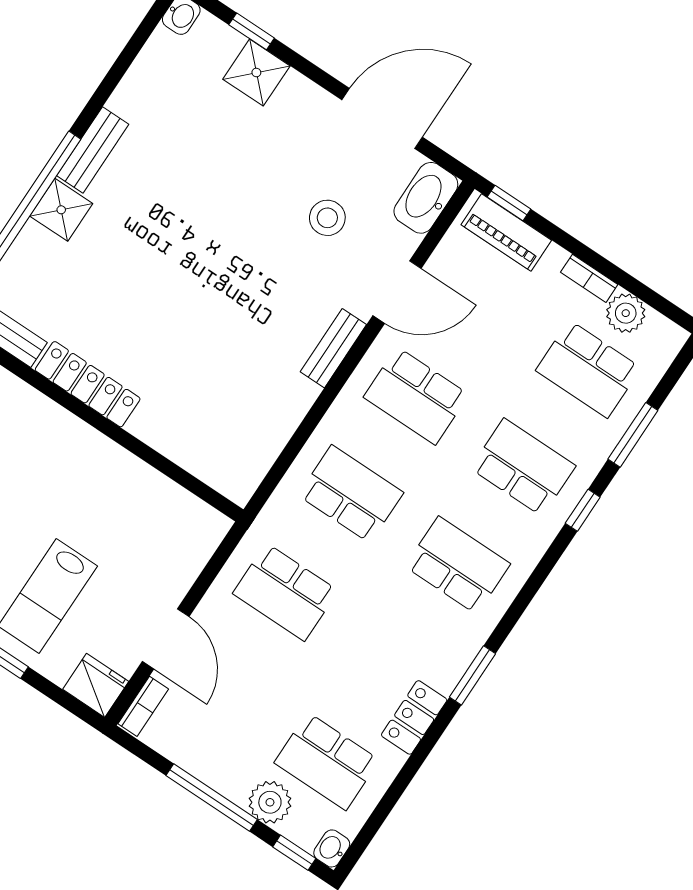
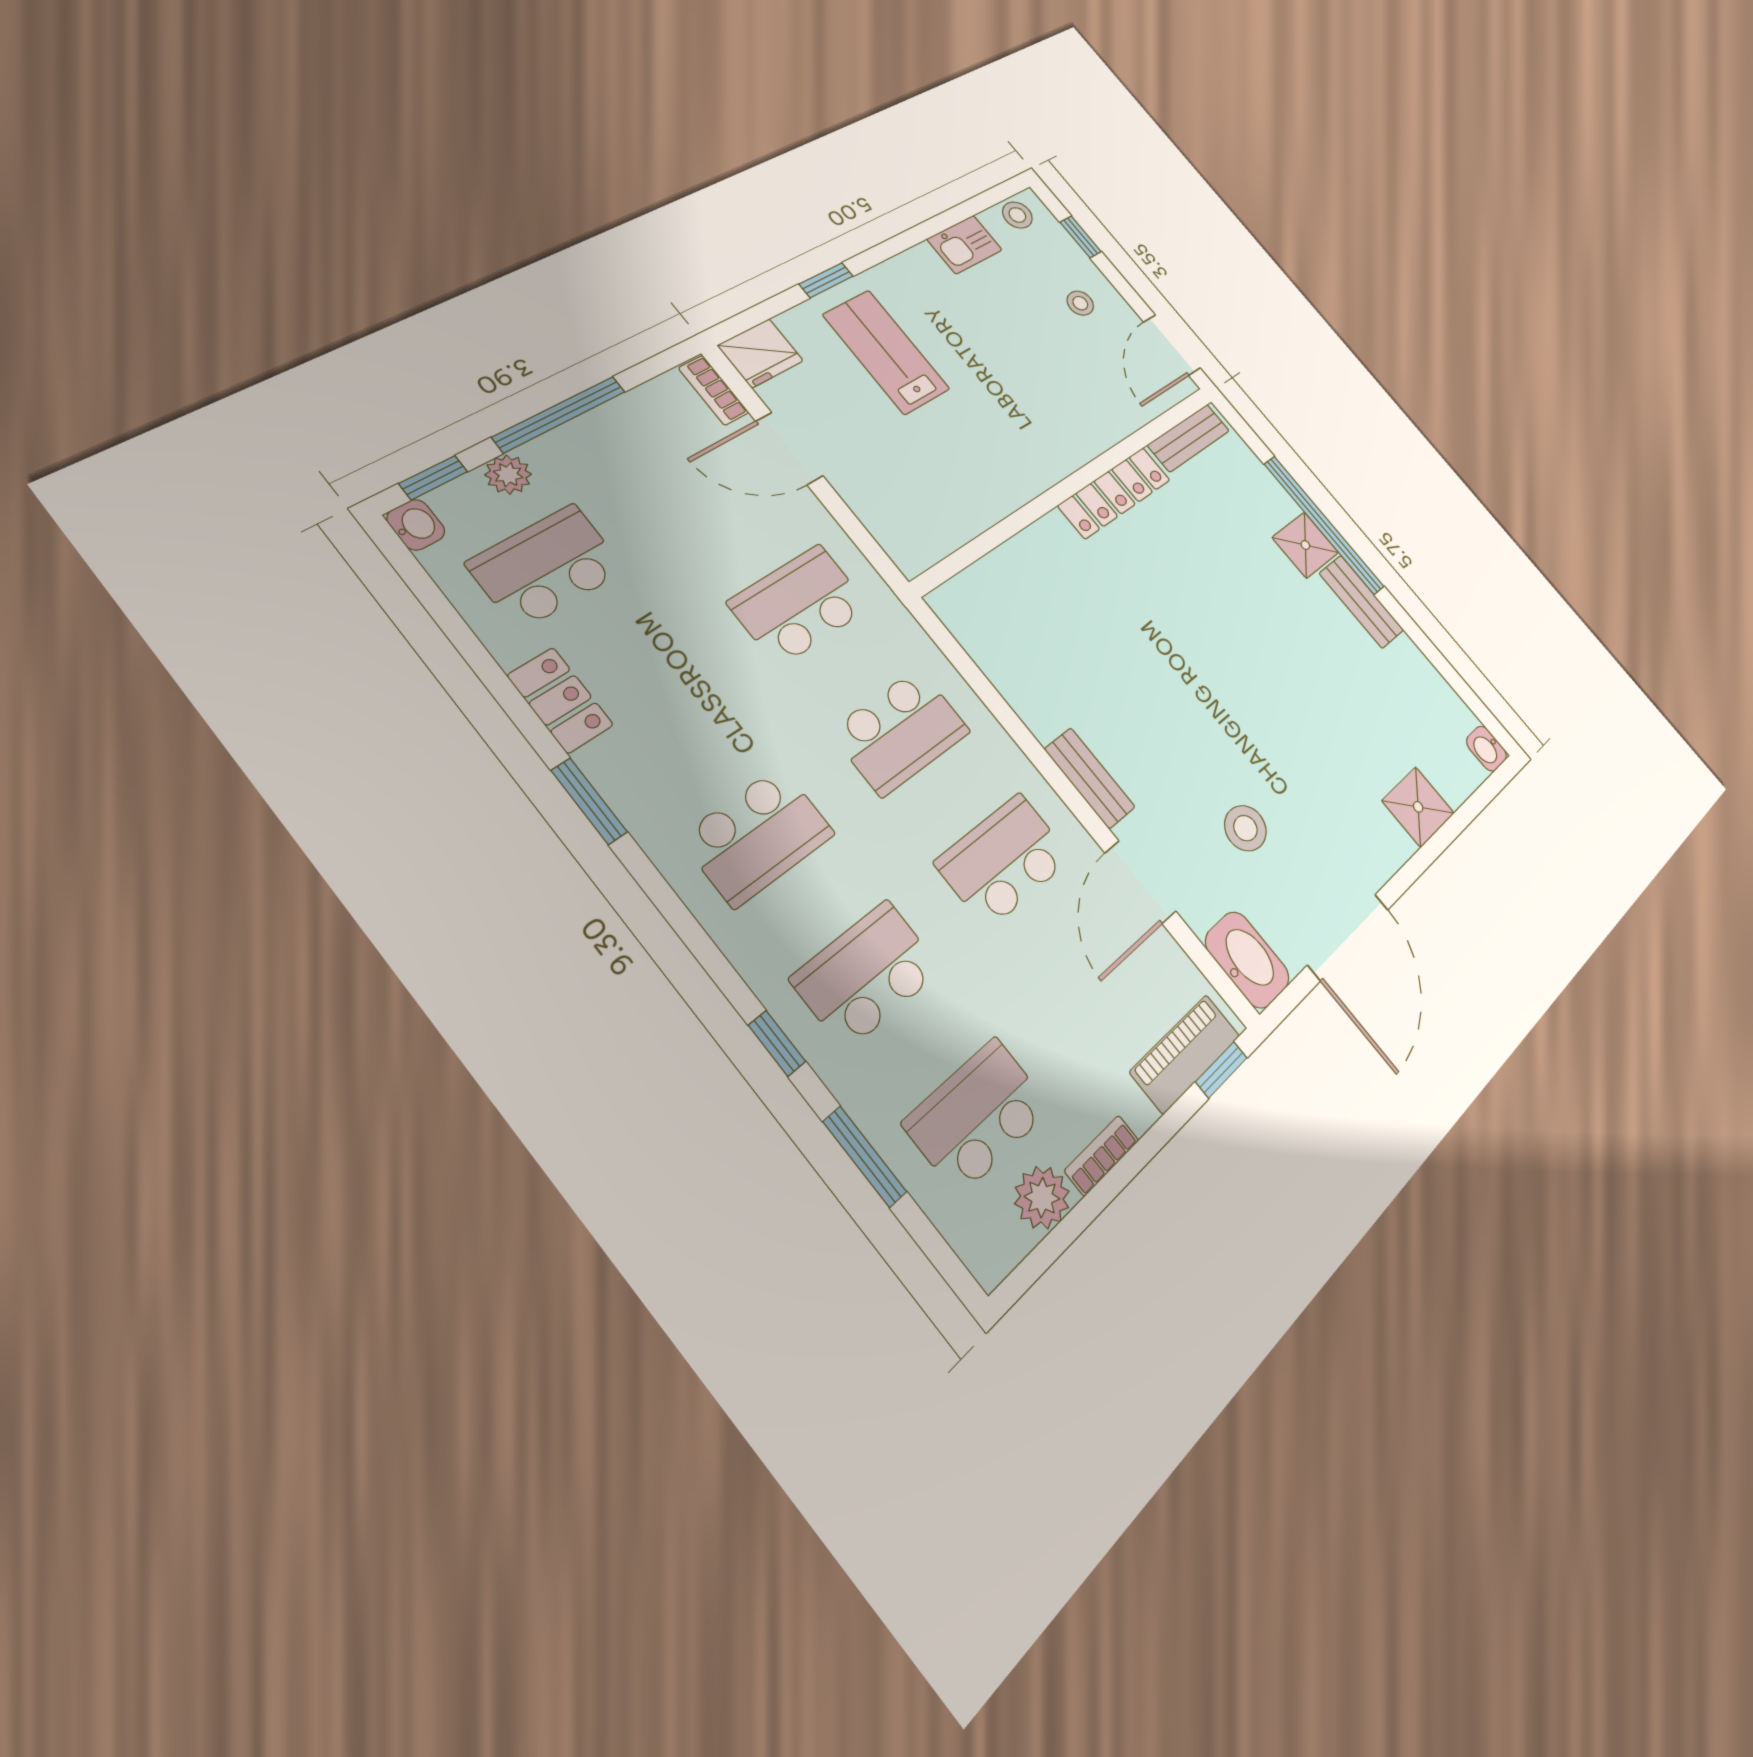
window: (252, 31) -> (1462, 818), removed
school desk: (523, 467) -> (867, 974), turned 180
plant: (270, 802) -> (508, 475), width x0.73, depth x0.73

